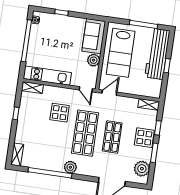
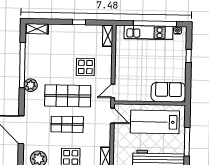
plant: (94, 60) -> (144, 95), removed
kitchen unit: (47, 76) -> (148, 33), moved, turned 90

